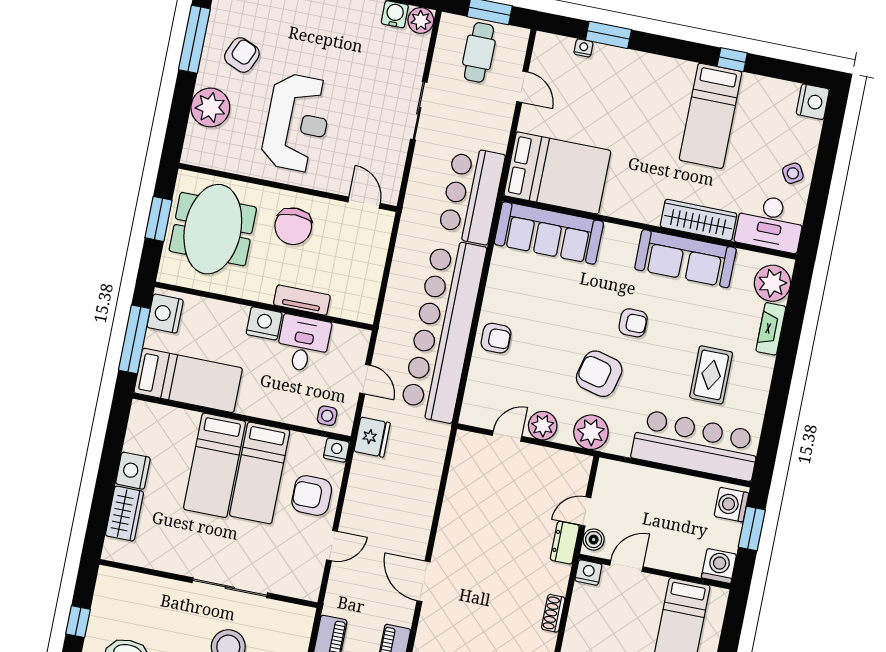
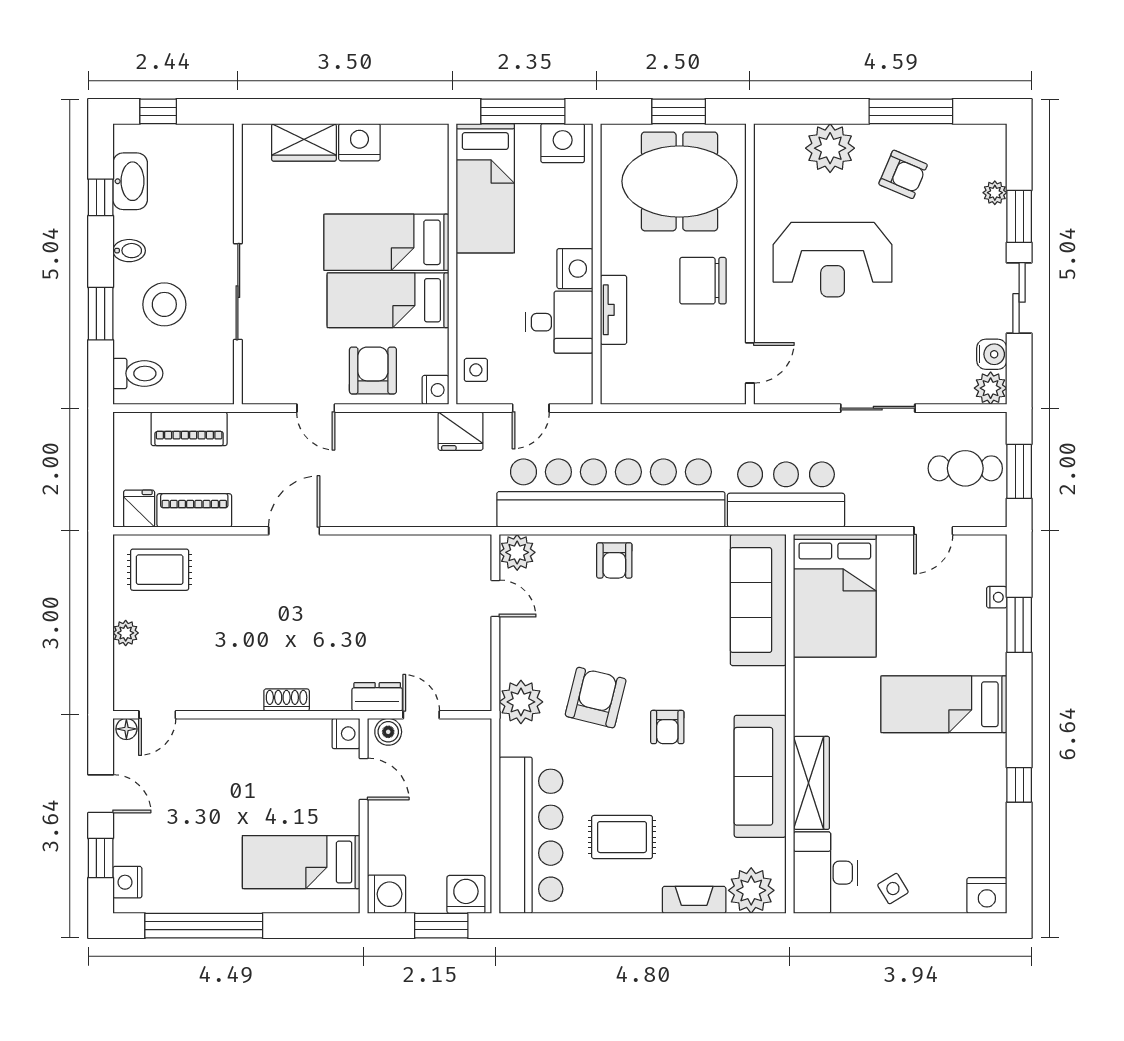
bed: (711, 116) -> (944, 704), moved
plant: (543, 426) -> (517, 552), moved

